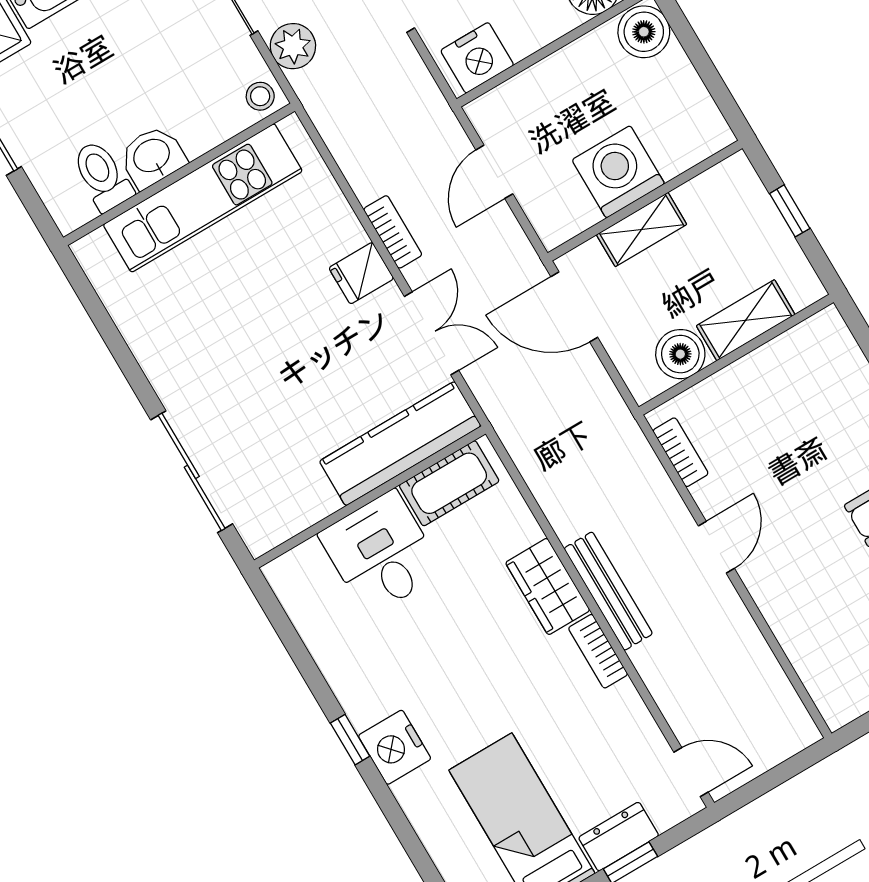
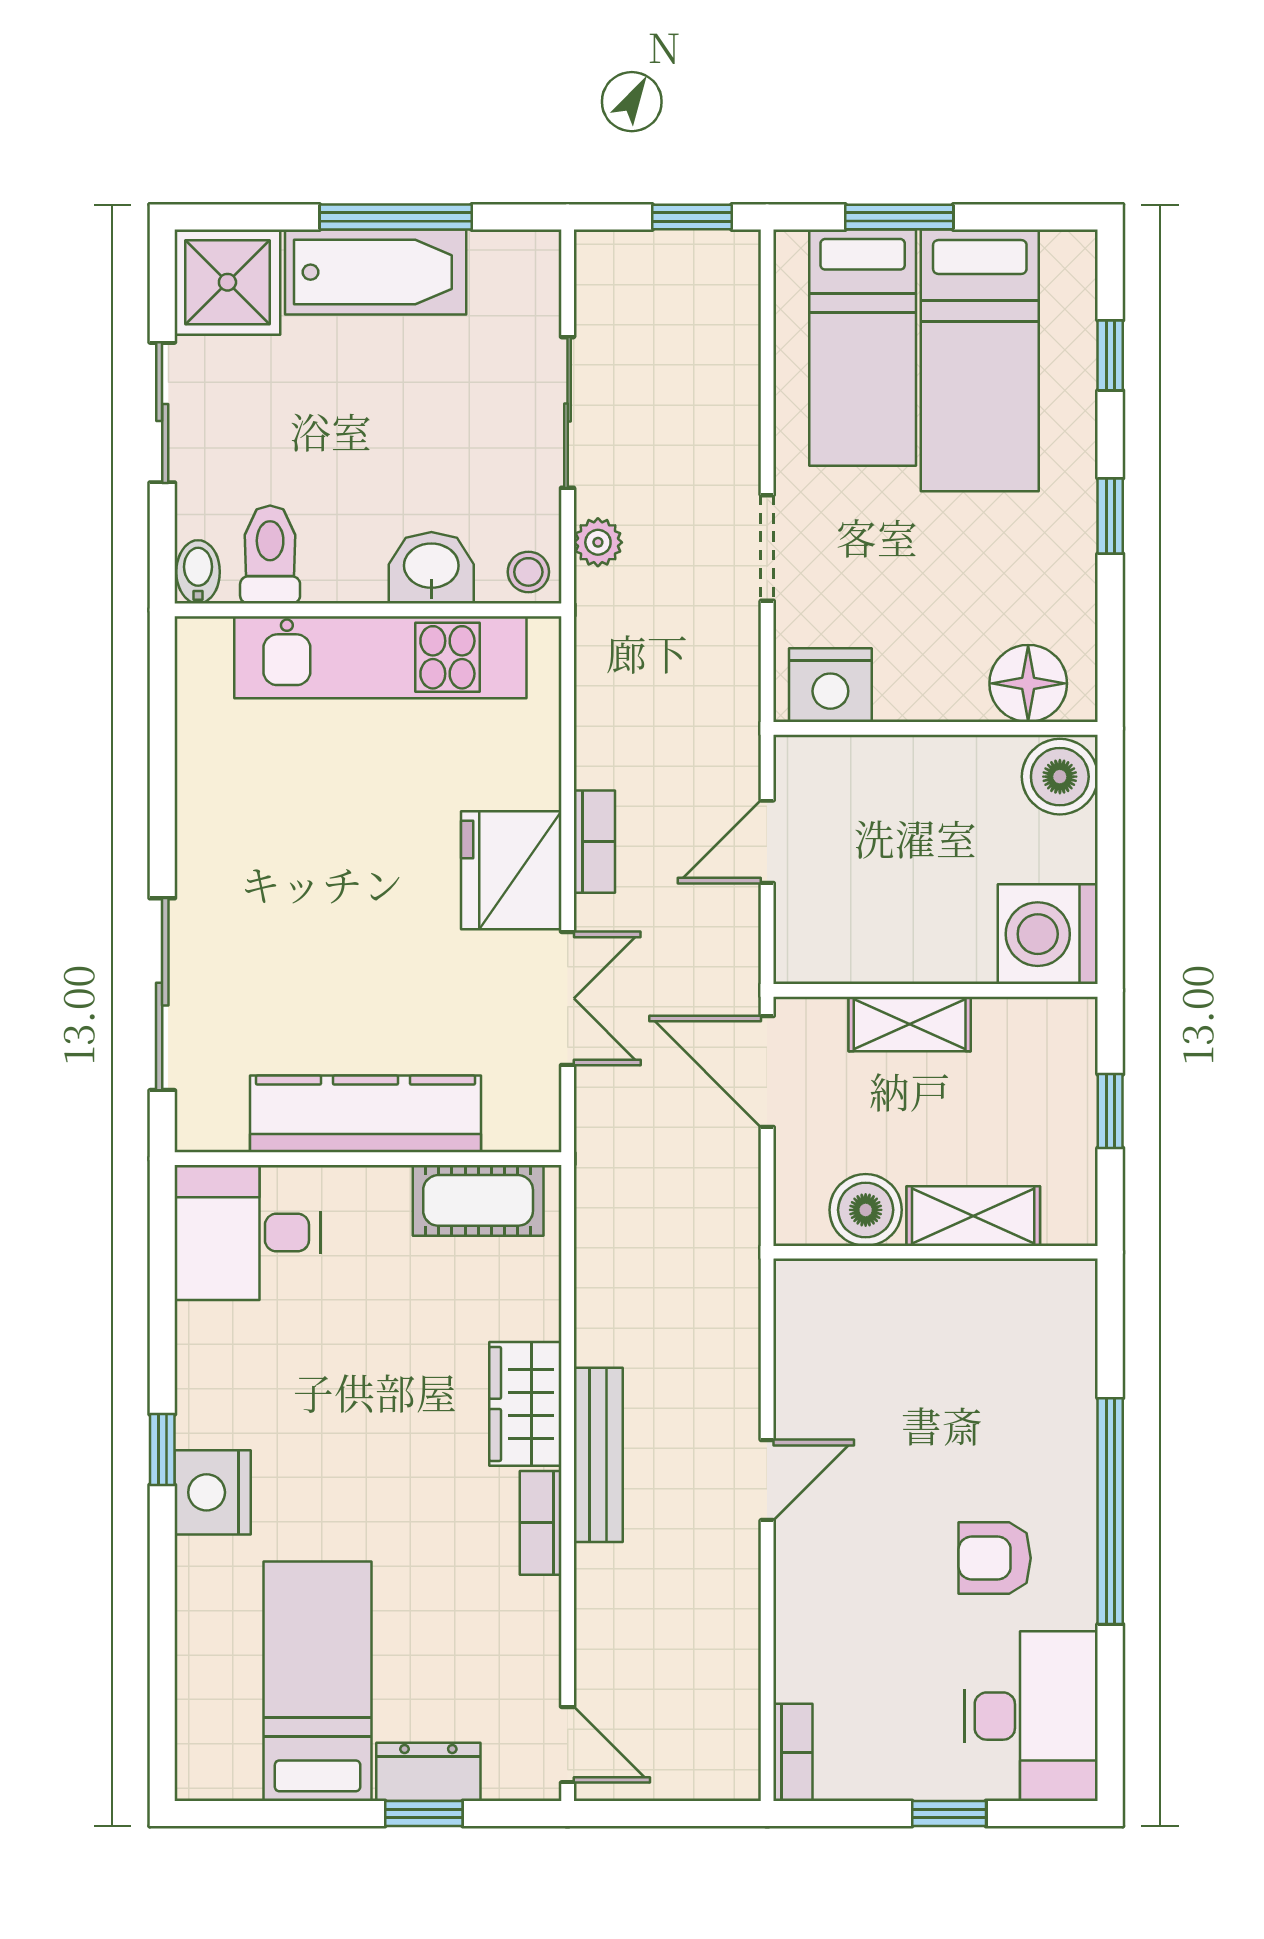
plant: (293, 46) -> (598, 542), width x0.73, depth x0.73
washbasin: (152, 157) -> (431, 568), moved
washing machine: (618, 172) -> (1048, 934), moved, turned -90
bidet: (66, 211) -> (198, 572), added
fridge: (361, 273) -> (511, 870), width x1.88, depth x1.34
kitchen counter: (400, 444) -> (366, 1114), moved
bookcase: (681, 452) -> (793, 1752), moved
desk: (381, 553) -> (248, 1233), moved, turned -90

